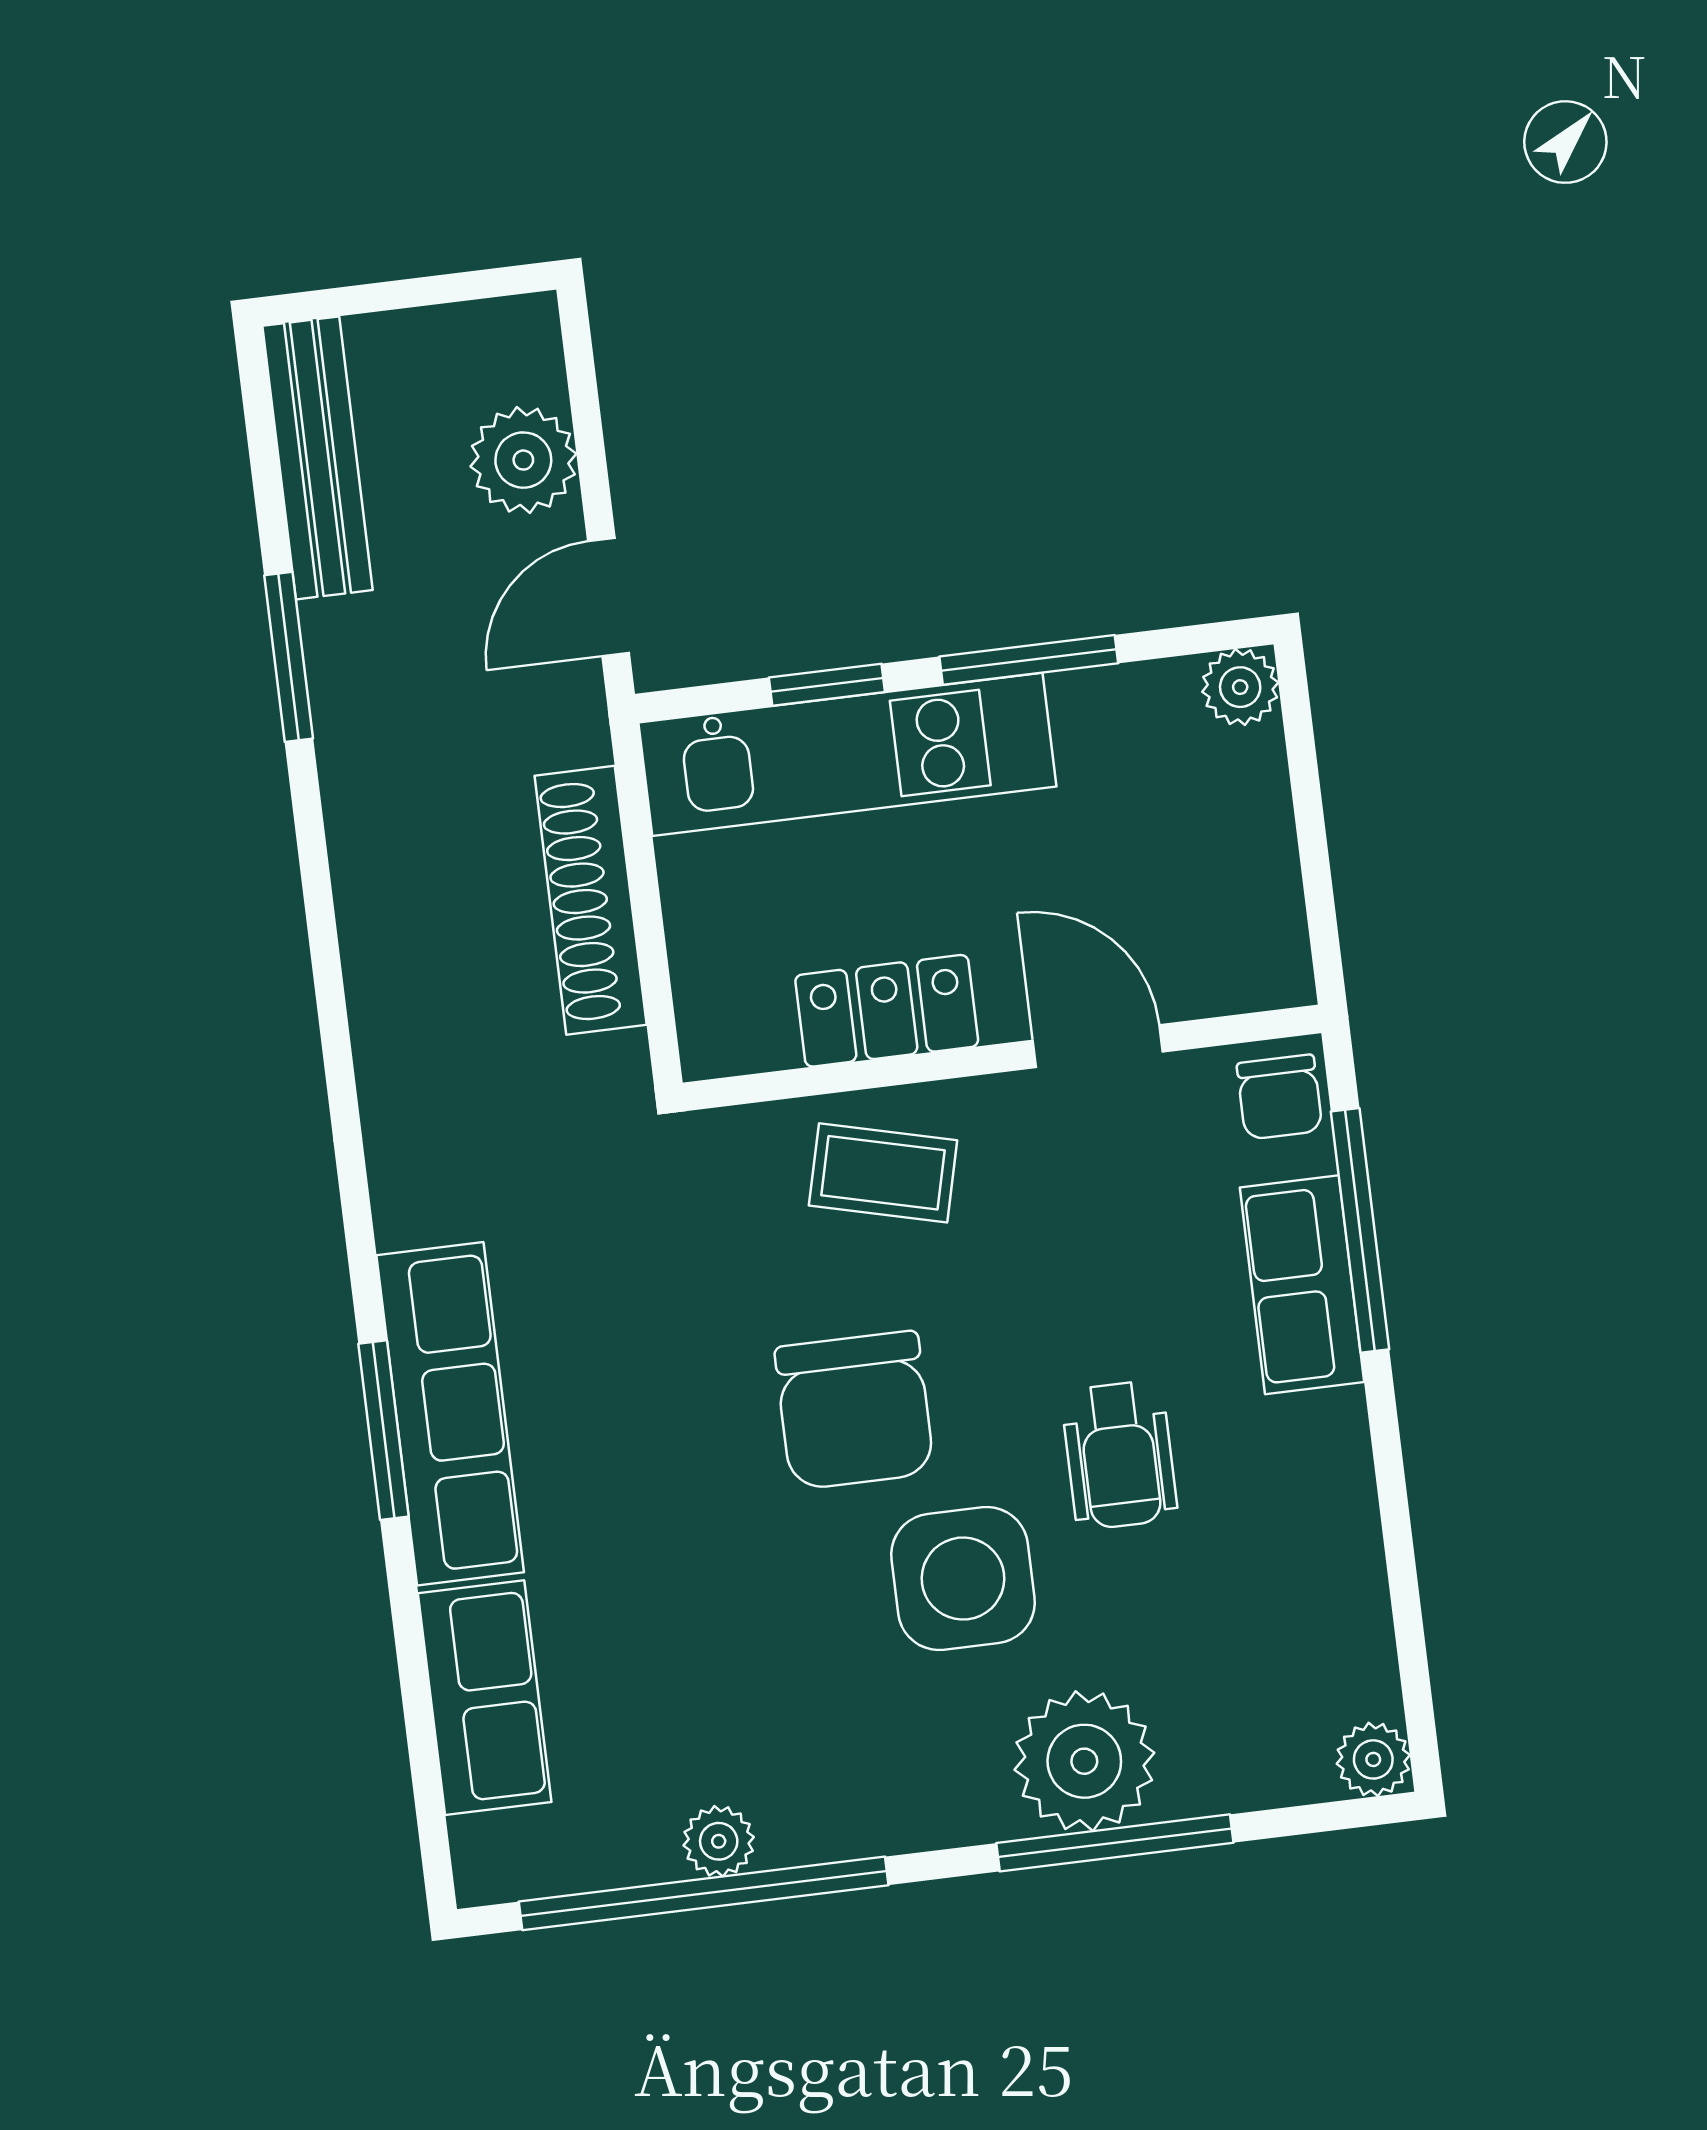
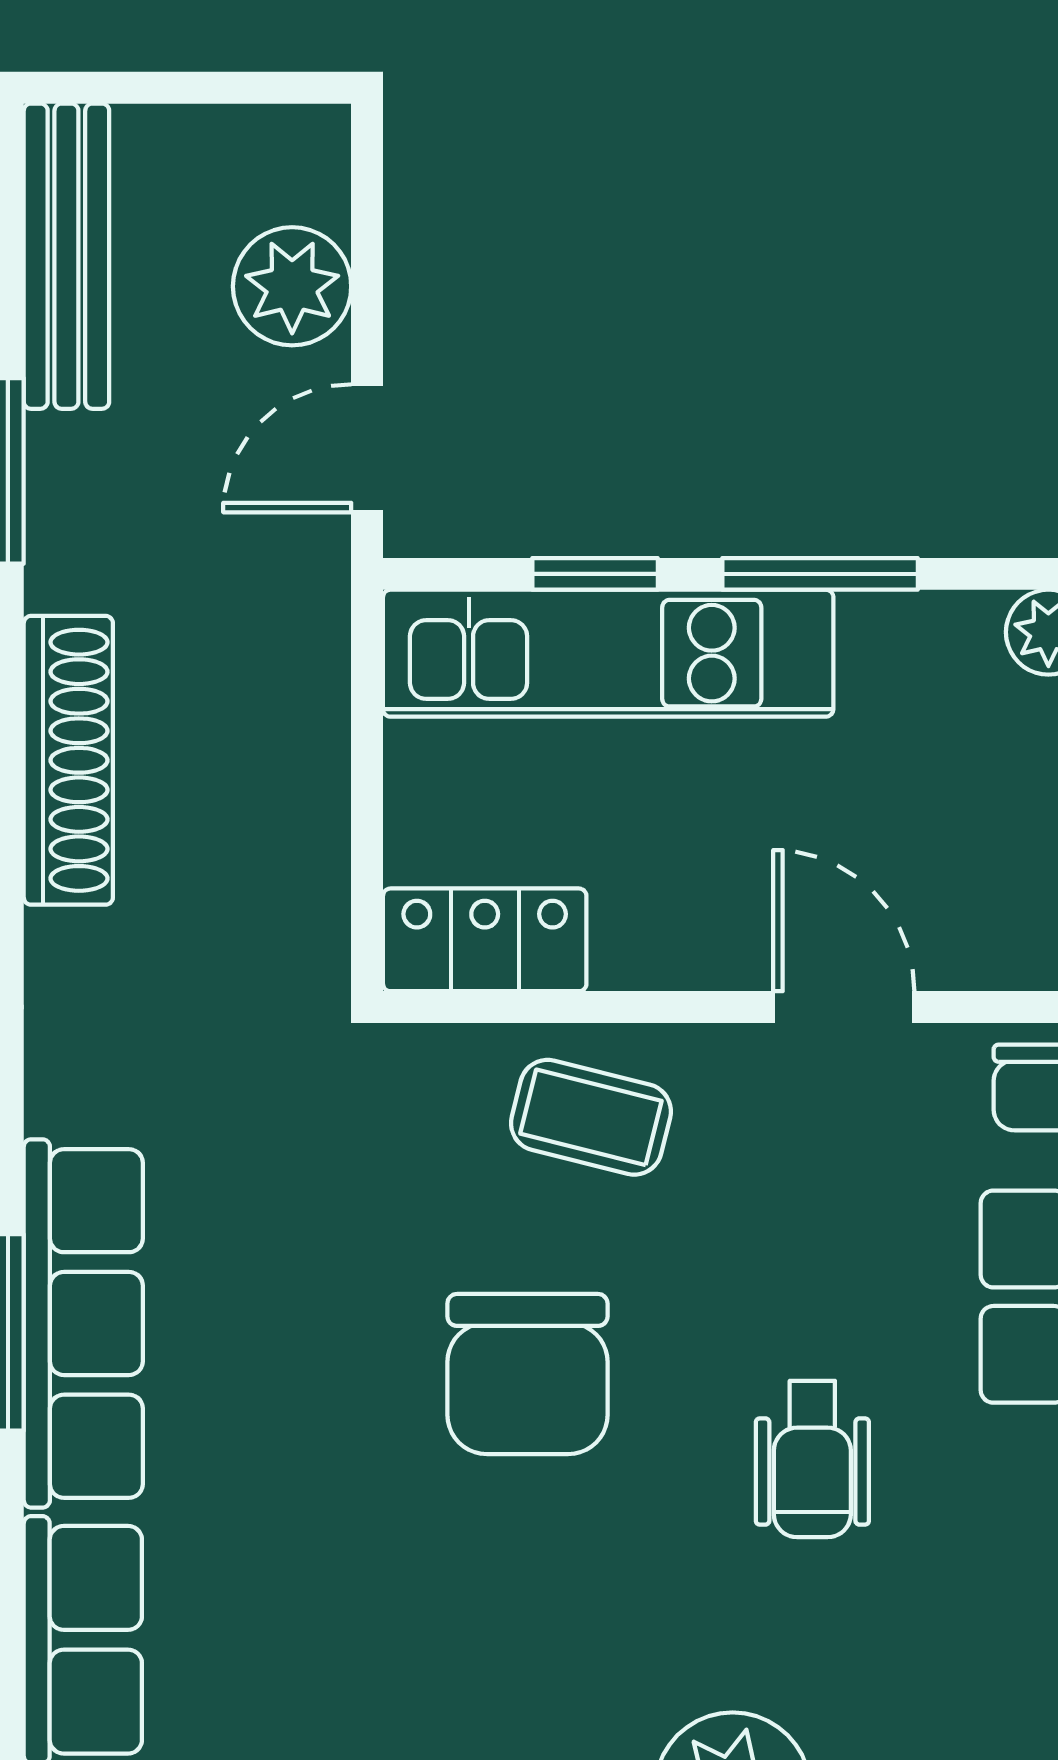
shoe rack: (591, 900) -> (68, 760), moved, turned 180
locker: (887, 1011) -> (485, 940), moved
side table: (963, 1579) -> (624, 1573), removed

